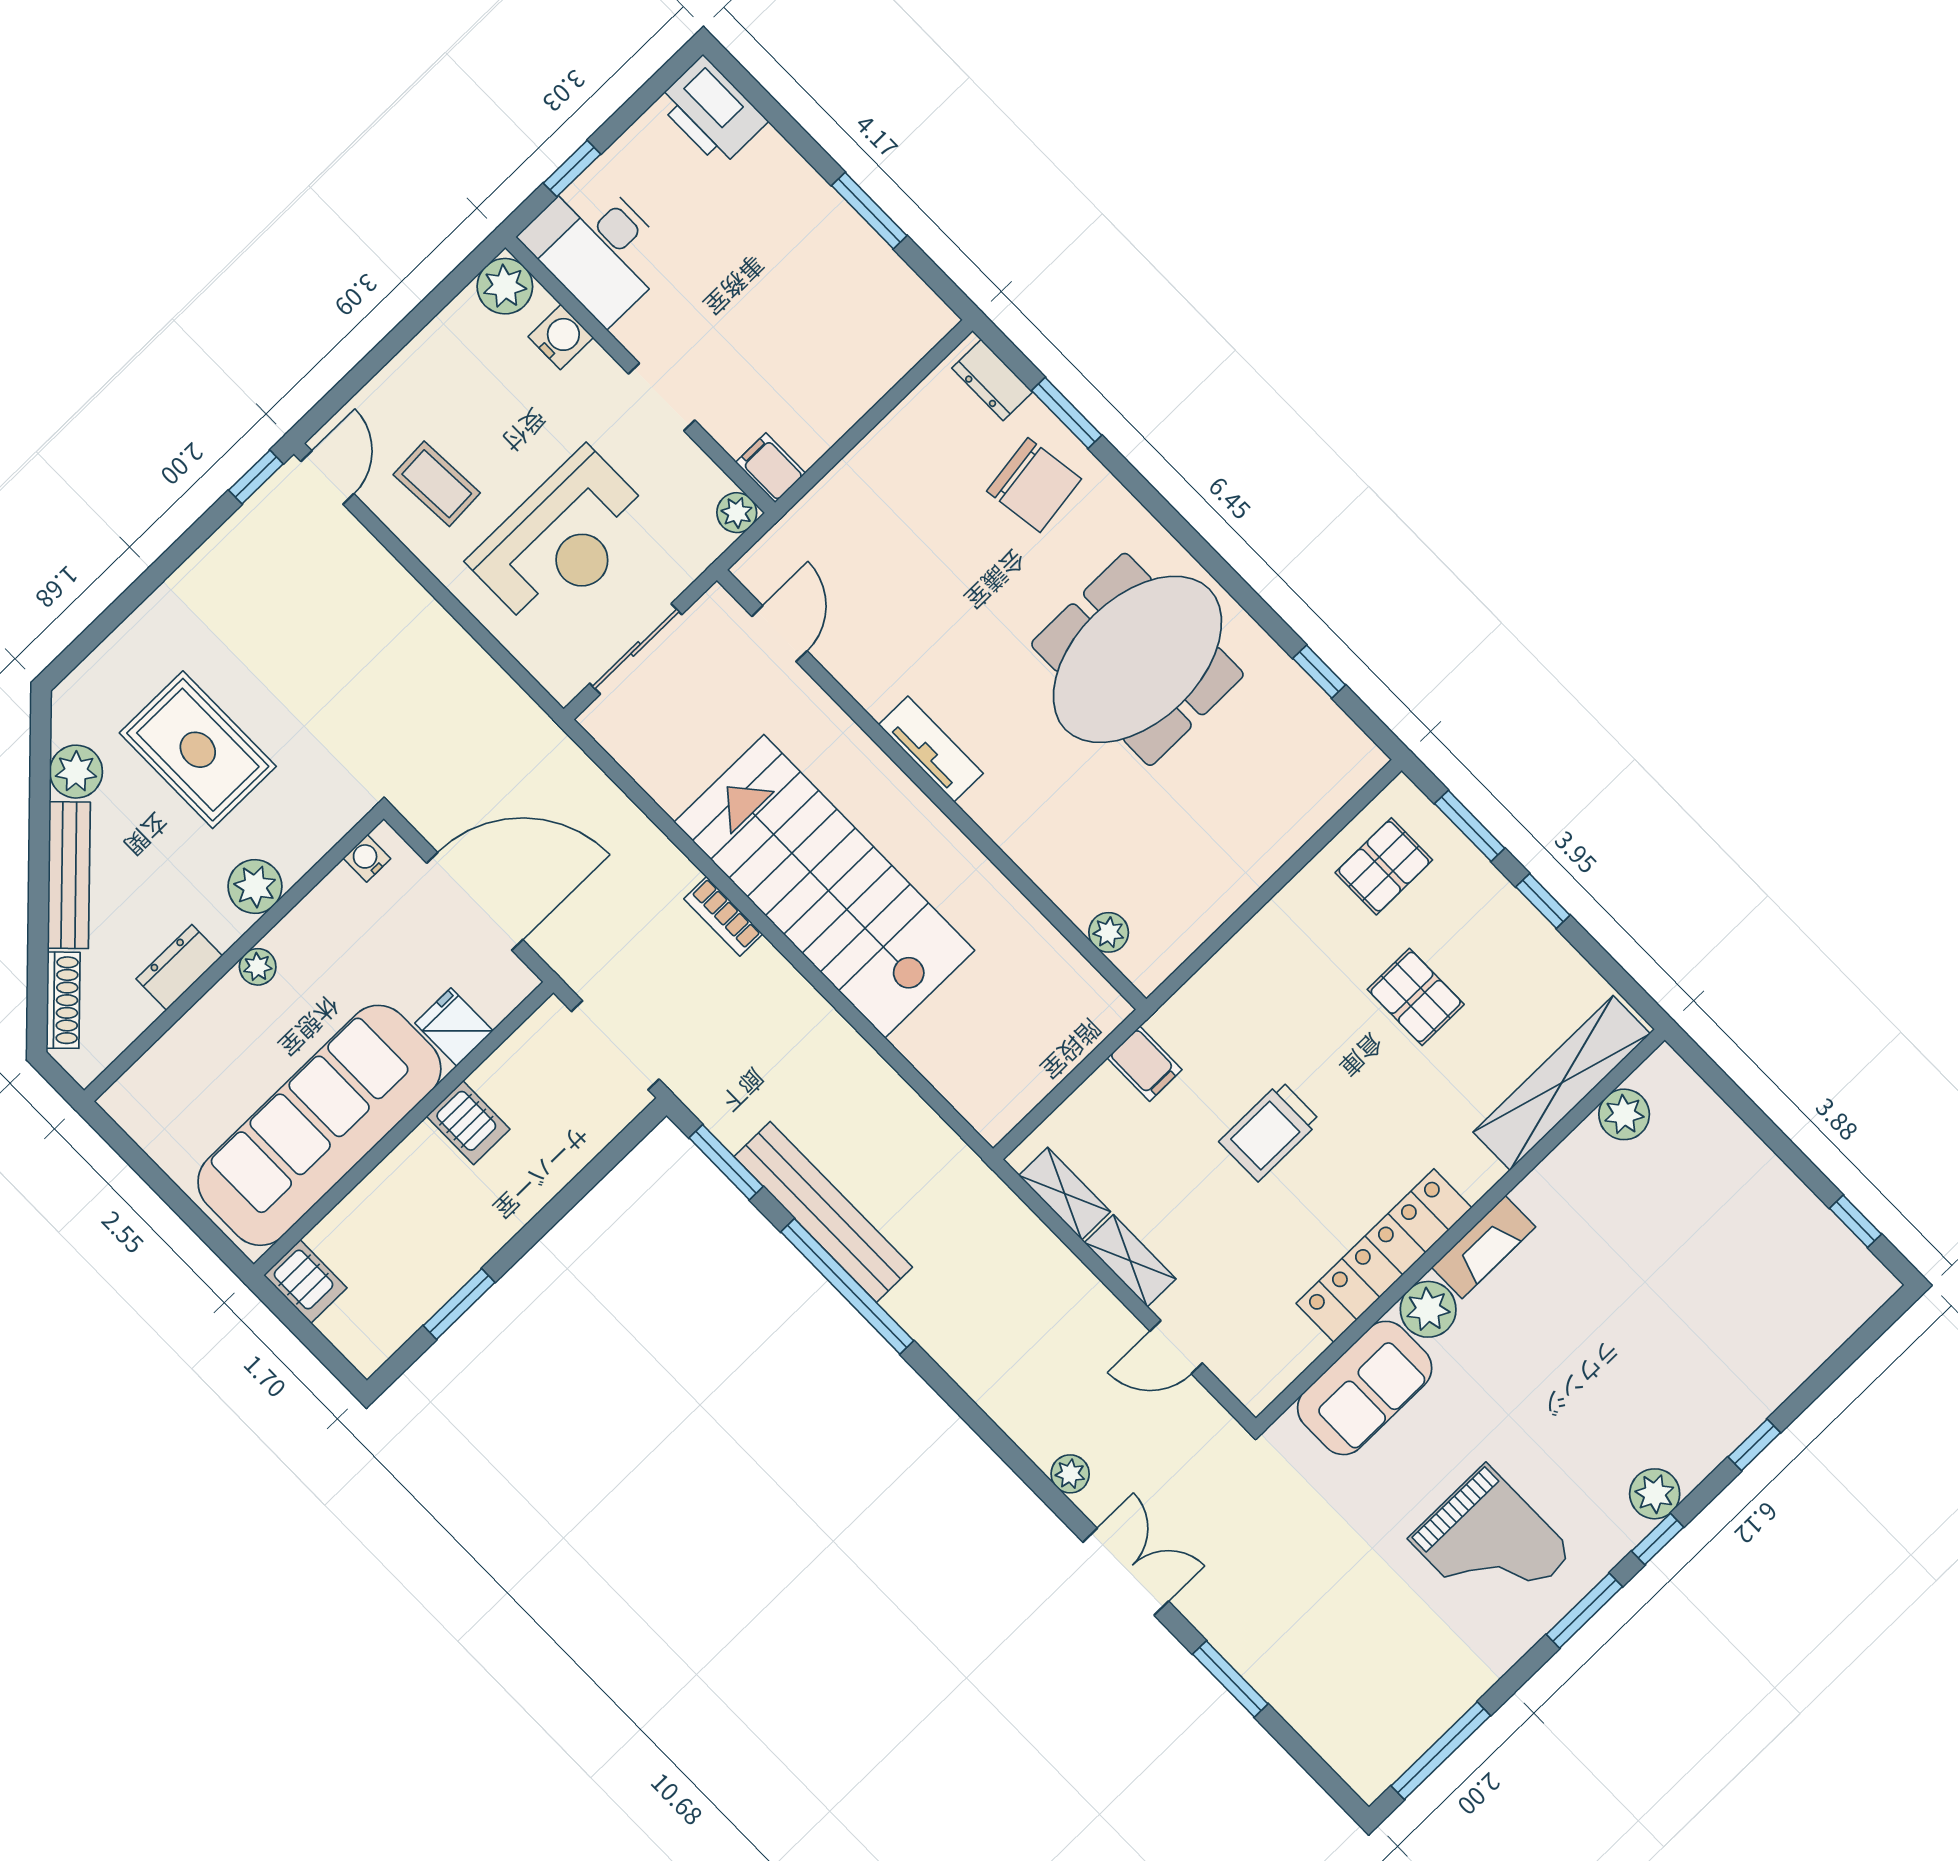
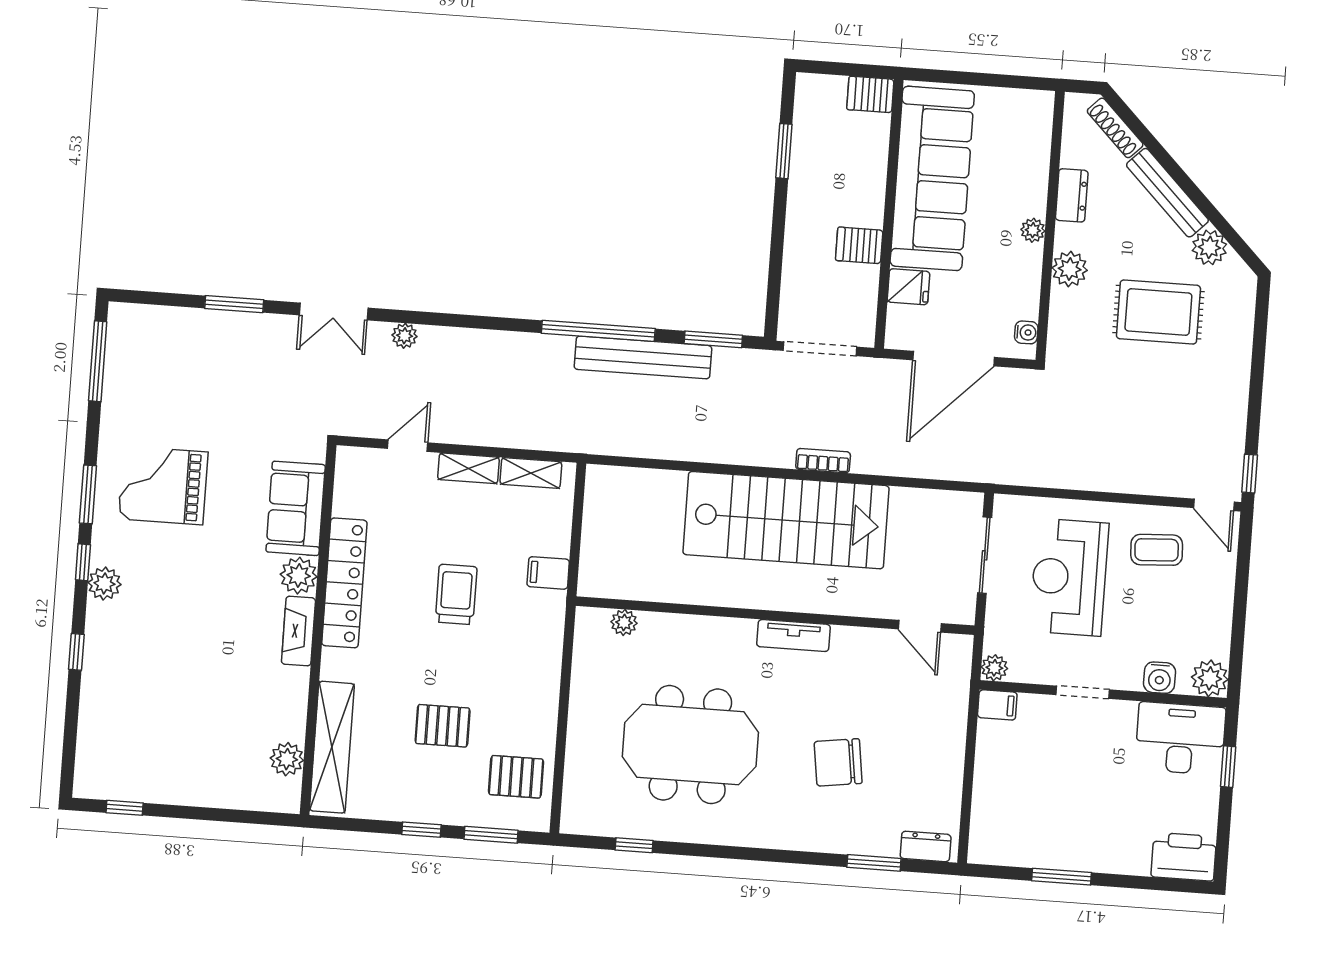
chair: (1034, 485) -> (838, 762), moved
meeting table: (1137, 659) -> (690, 745), moved, turned 90
pallet: (1384, 866) -> (516, 777), turned 90

